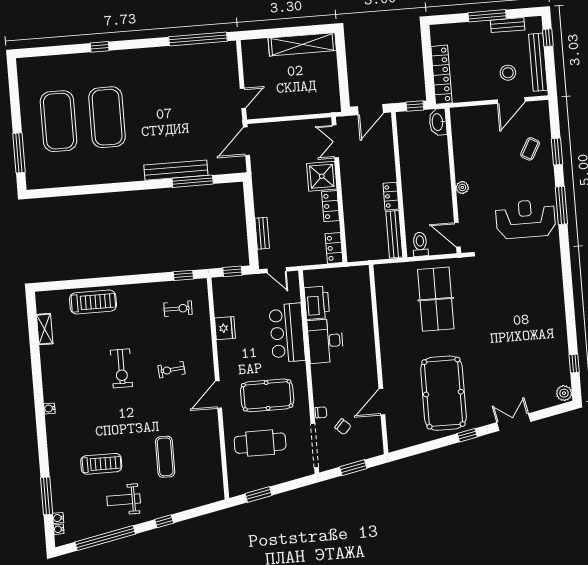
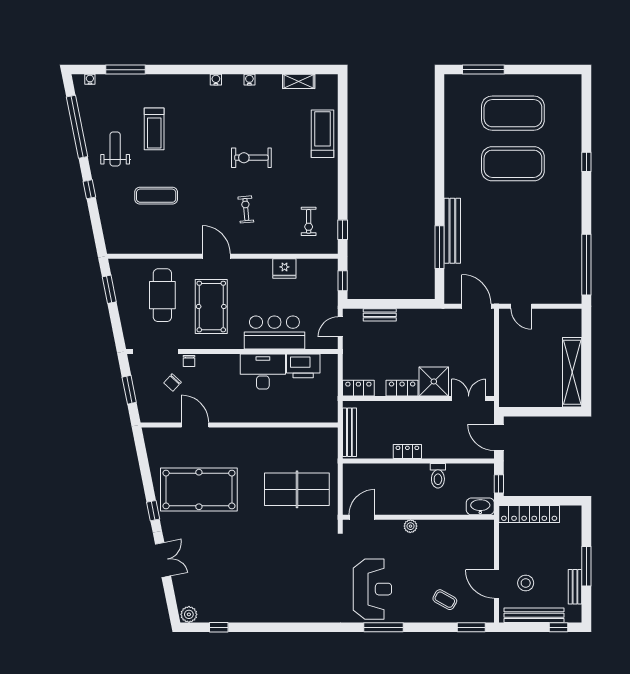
window: (557, 152) -> (471, 627), moved
bench: (394, 234) -> (349, 432), moved, turned 90
toilet: (420, 244) -> (438, 476), moved, turned 90
treadmill: (93, 302) -> (323, 134), turned 180
water cooler: (58, 518) -> (249, 80), moved

